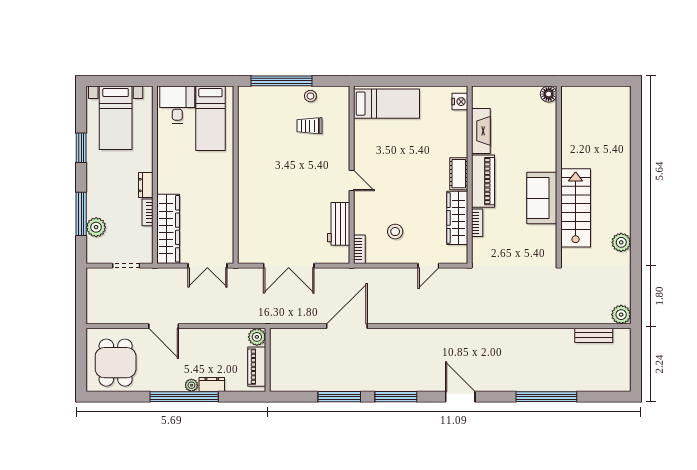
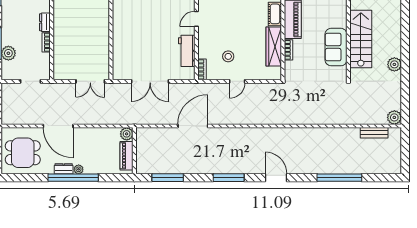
door: (352, 180) -> (196, 19), swing flipped
sofa: (542, 198) -> (336, 47), moved
wardrobe: (168, 229) -> (61, 54), removed
door: (428, 266) -> (237, 81), moved
door: (164, 326) -> (58, 126), width x1.36
dining table: (116, 363) -> (23, 153), turned 90
dresser: (212, 384) -> (64, 169), moved
window: (339, 397) -> (168, 178), moved

